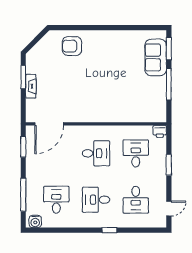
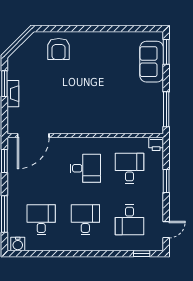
armchair: (72, 46) -> (59, 49), turned -90
window: (169, 84) -> (166, 109), moved
desk: (96, 200) -> (85, 220), turned 90
window: (110, 230) -> (142, 254), moved

